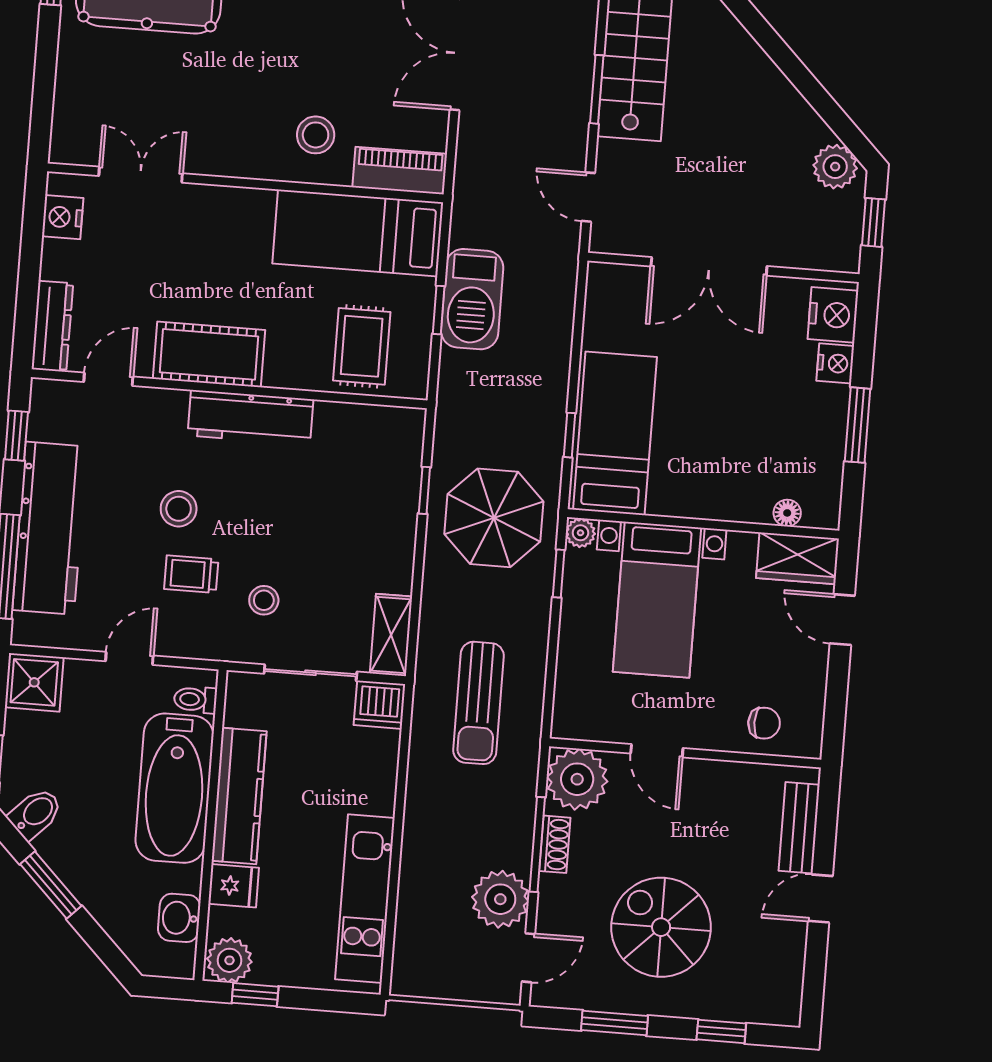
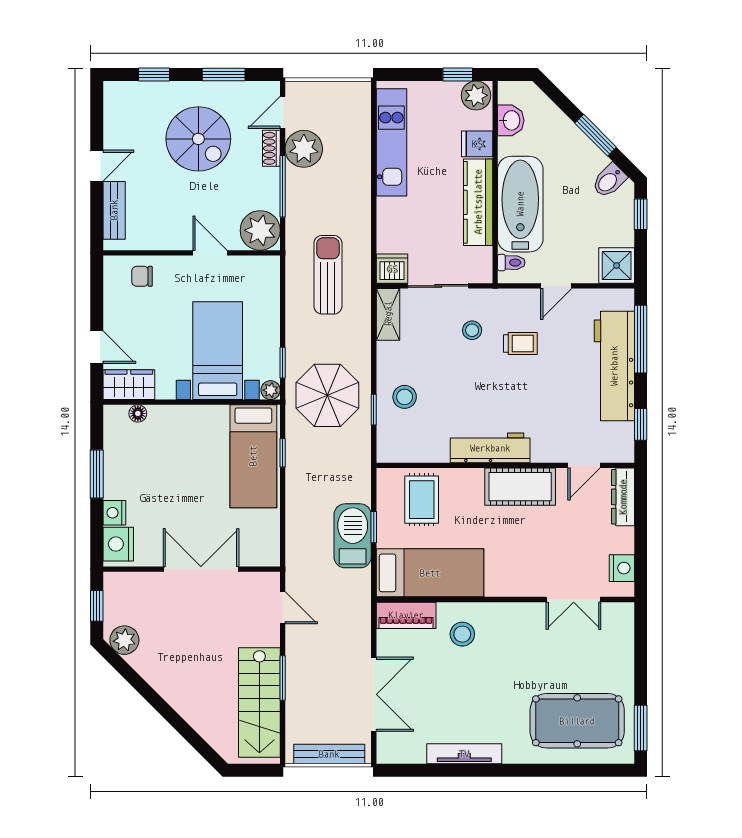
stool: (179, 509) -> (405, 397), moved
shoe rack: (555, 844) -> (271, 148), moved

